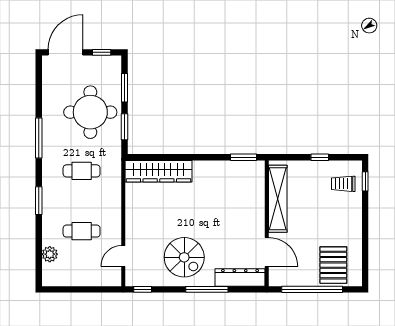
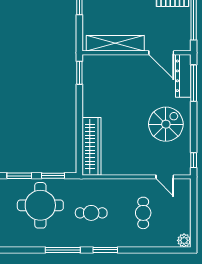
cafe table: (82, 171) -> (91, 213), turned 90
window: (39, 201) -> (105, 250), moved
door: (267, 252) -> (161, 53), swing flipped
plant: (50, 254) -> (184, 240), moved
window: (207, 289) -> (194, 83), moved

